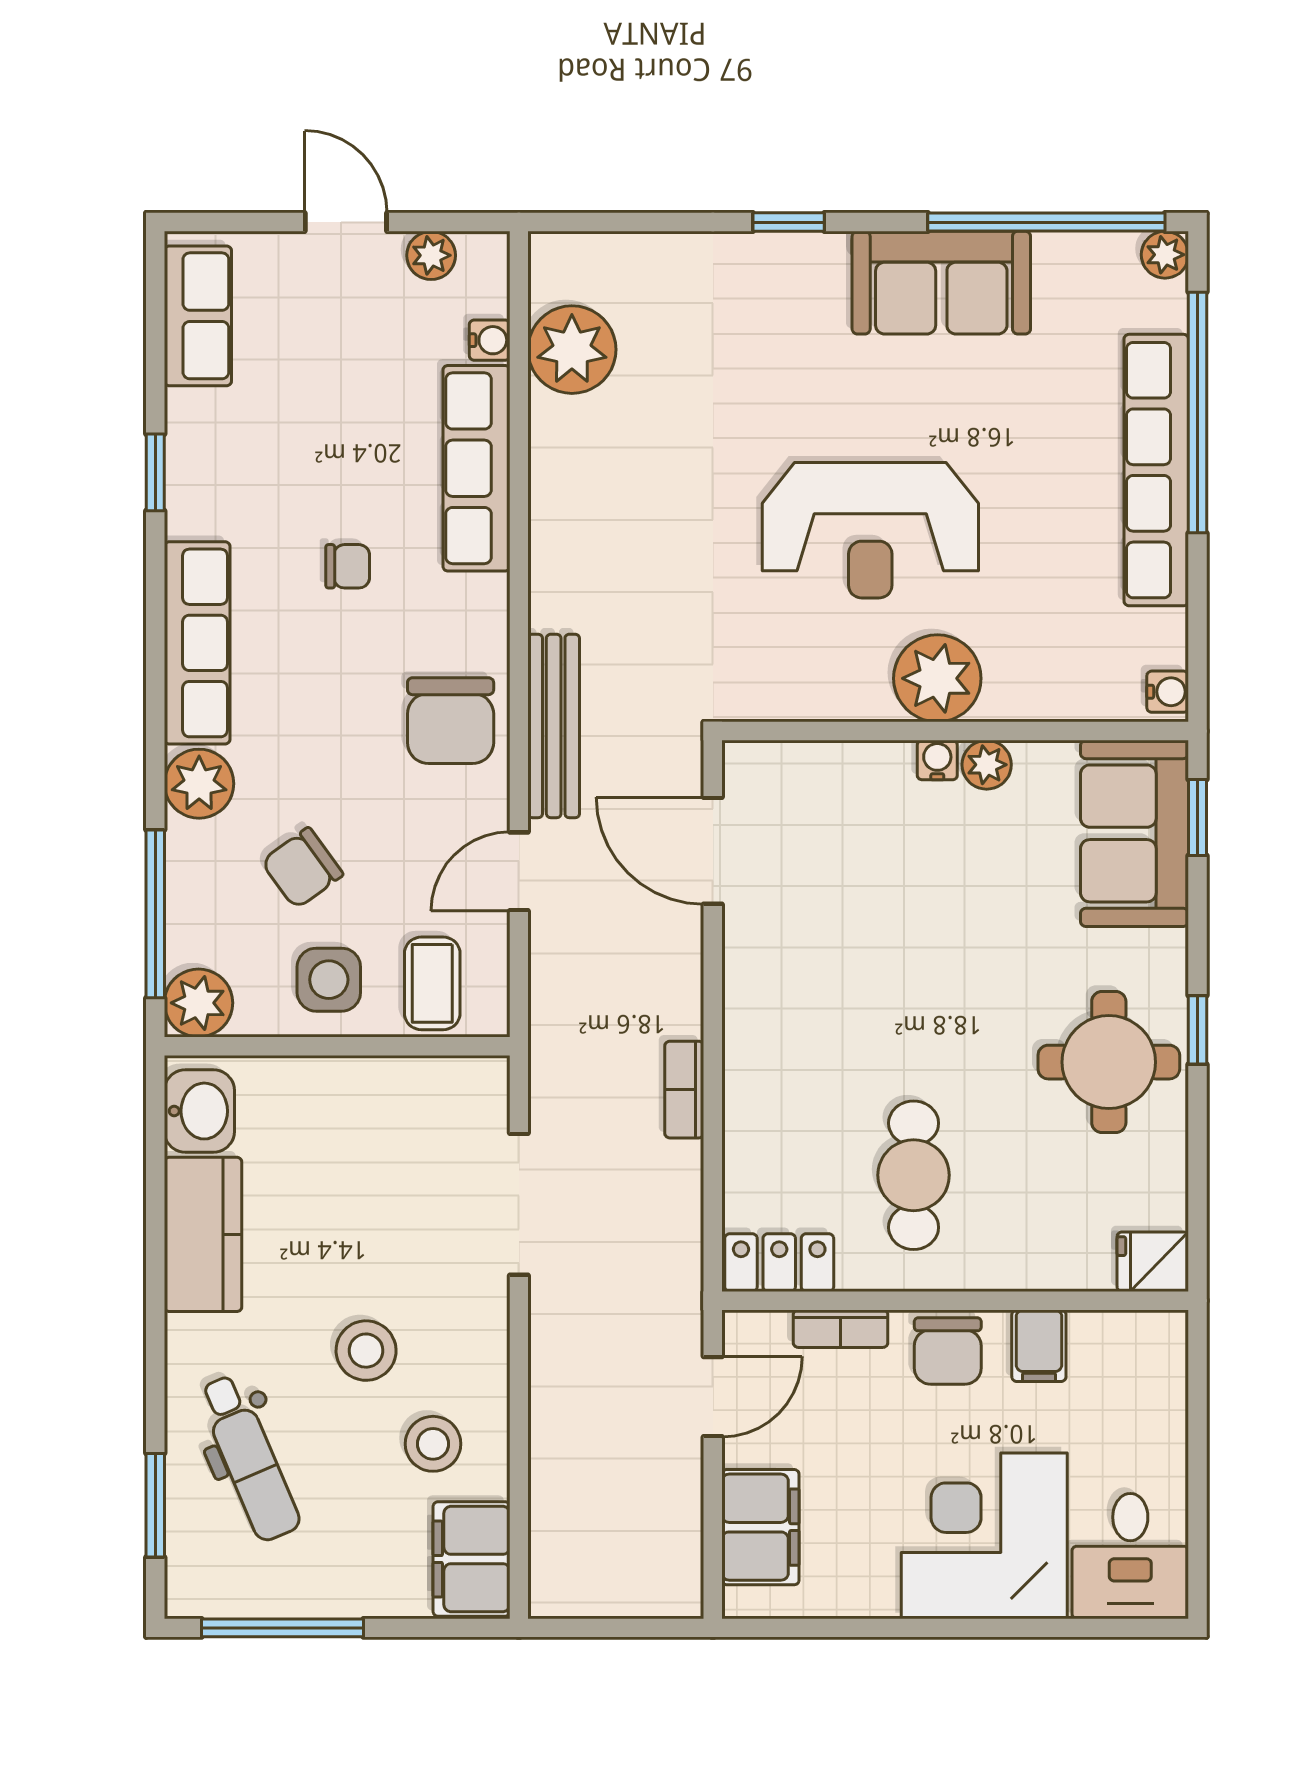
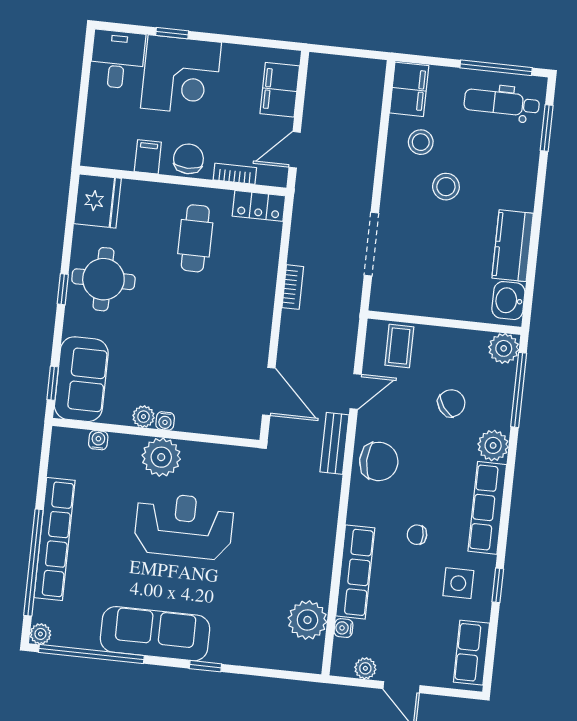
sofa: (941, 283) -> (155, 634), width x1.36
water cooler: (1168, 692) -> (98, 440), moved, turned 90
chair: (451, 721) -> (379, 461), turned 90
bench: (554, 726) -> (334, 443), width x0.73
side table: (329, 980) -> (458, 583), moved
fridge: (1153, 1262) -> (98, 201), width x1.88, depth x1.34
dental chair: (249, 1458) -> (502, 103), moved, turned -67
window: (1014, 1628) -> (172, 33), added

